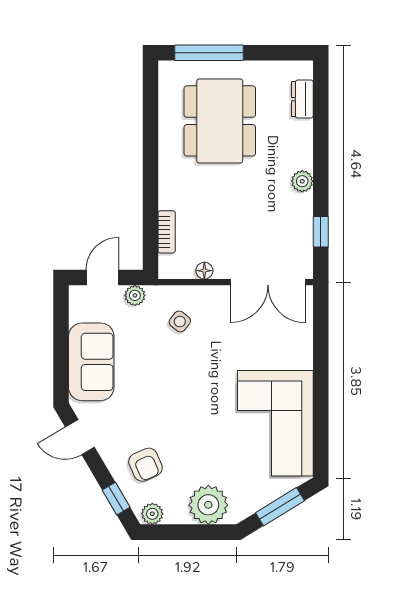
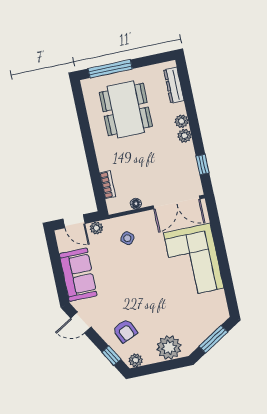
dresser: (302, 99) -> (174, 85), width x1.44
plant: (302, 158) -> (182, 121), added
door: (103, 278) -> (74, 221), swing flipped
corner sofa: (275, 423) -> (194, 260), moved

